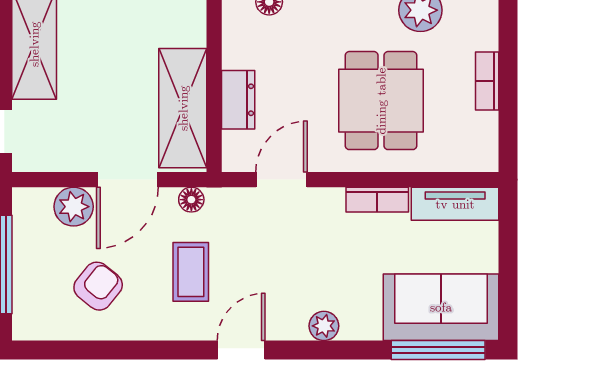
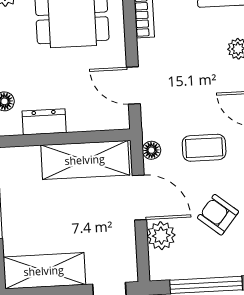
dresser: (238, 100) -> (44, 122), moved

